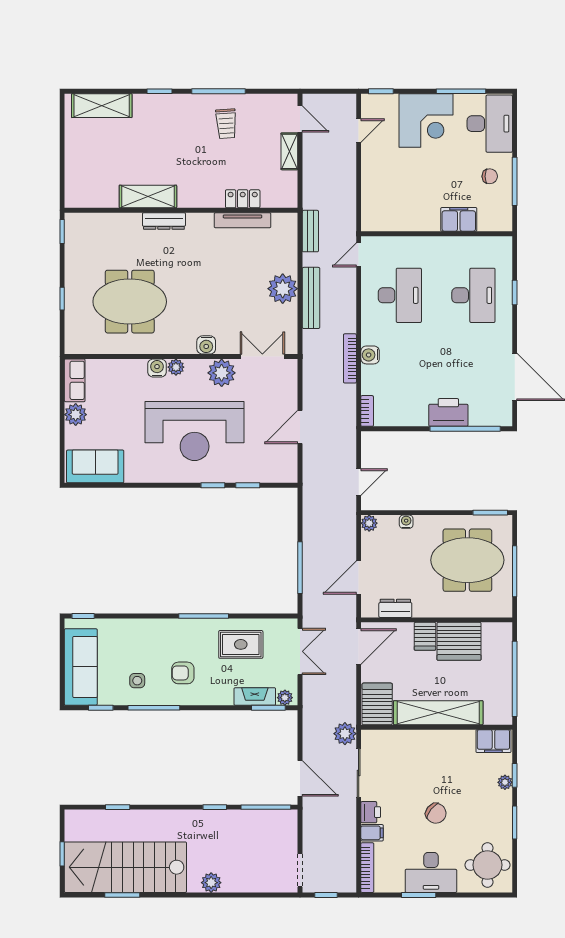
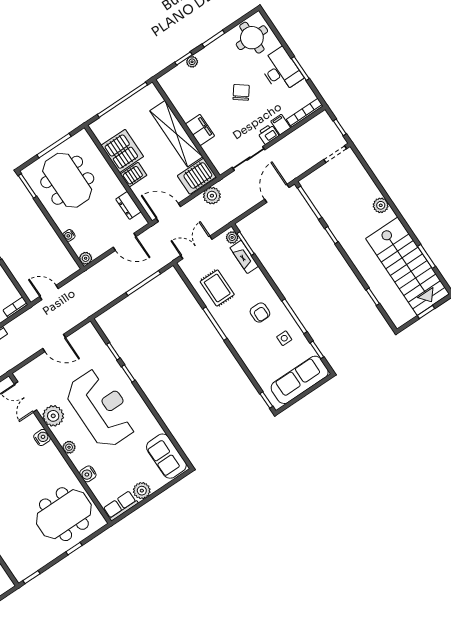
meeting table: (130, 302) -> (64, 514), moved, turned 90
water cooler: (157, 368) -> (88, 474), moved
door: (359, 482) -> (49, 293), moved
plant: (345, 734) -> (212, 196), moved
filing cabinet: (493, 741) -> (200, 130), moved

